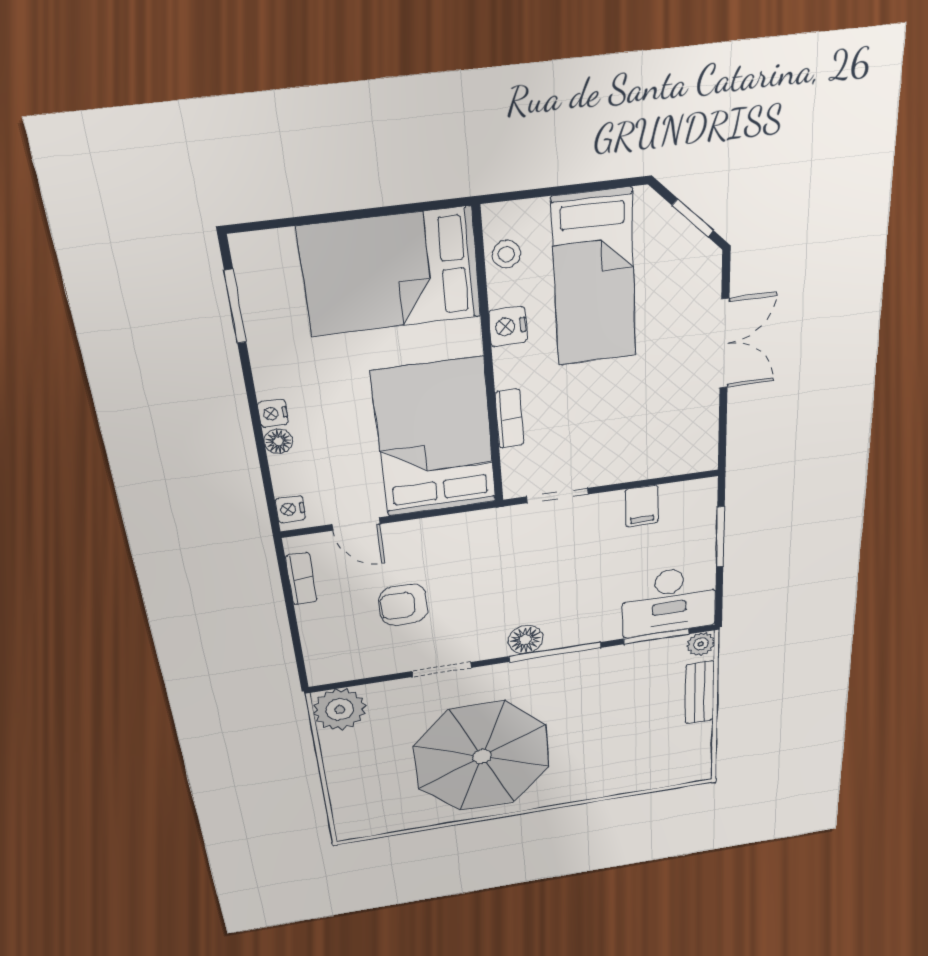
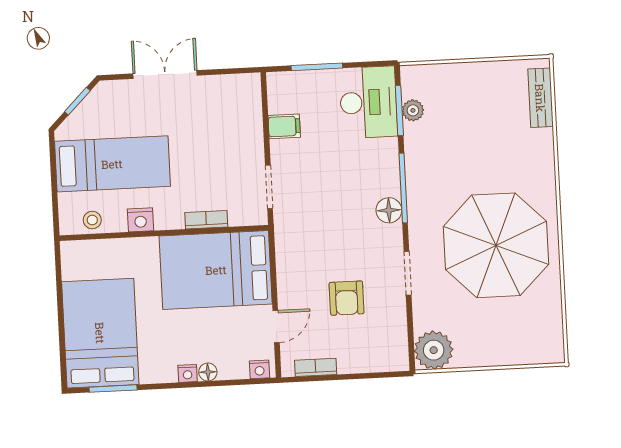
bed: (391, 272) -> (100, 333), moved, turned 180
plant: (701, 644) -> (413, 110), moved
bench: (700, 693) -> (540, 98), moved, turned 90

